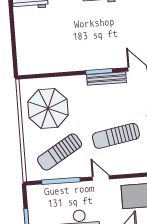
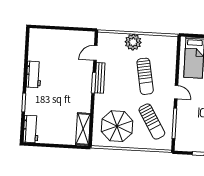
shelving: (39, 66) -> (83, 129), added
door: (101, 178) -> (176, 92), swing flipped

